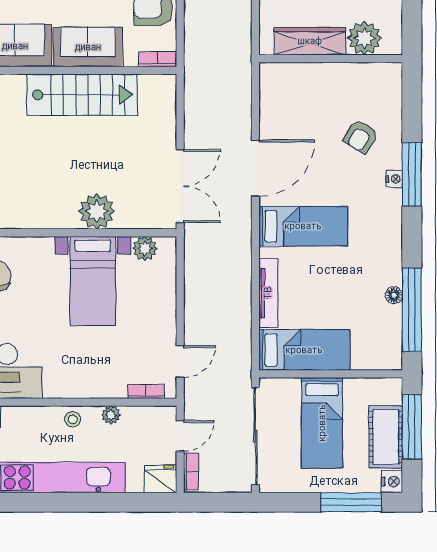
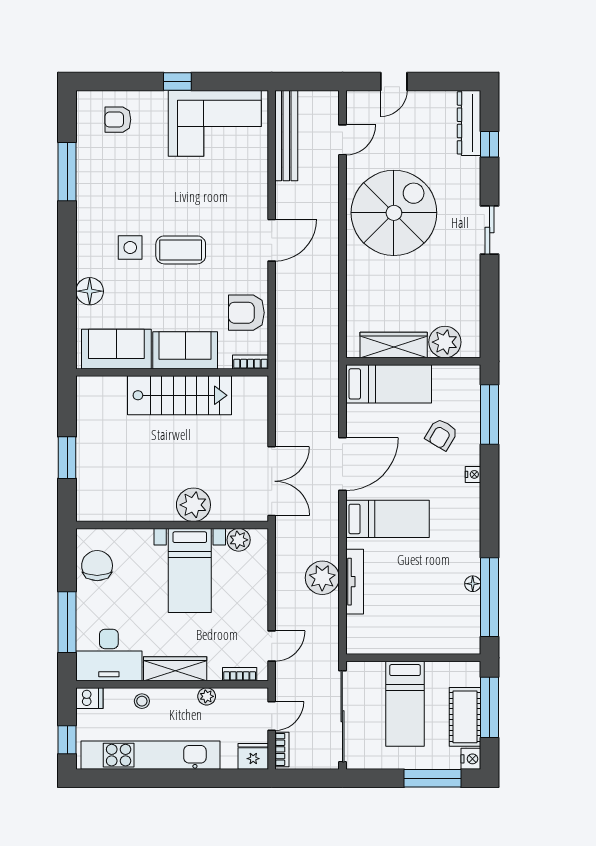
window: (412, 174) -> (490, 414), moved
plant: (234, 289) -> (322, 578), added
bed: (304, 350) -> (389, 384), moved
wardrobe: (77, 386) -> (175, 669), added
stool: (73, 419) -> (142, 701), moved

